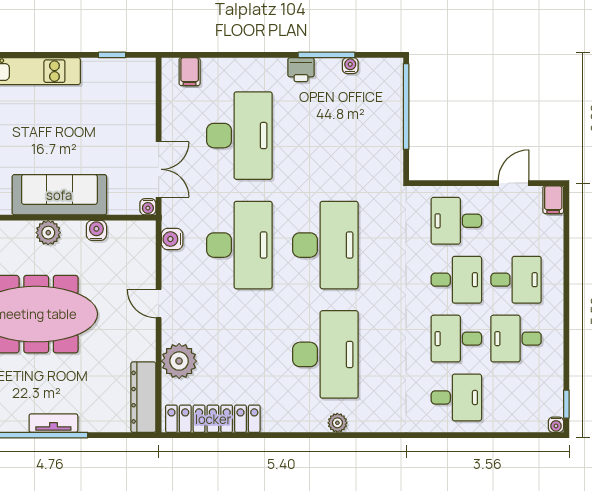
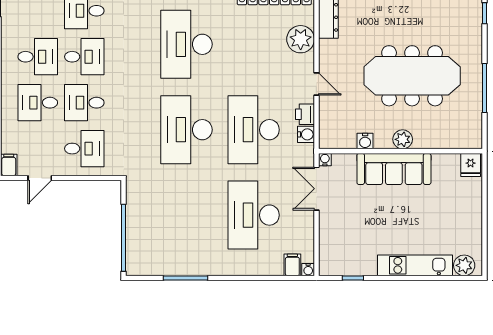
water cooler: (350, 66) -> (308, 270), moved
printer: (301, 70) -> (305, 114), moved, turned -90

